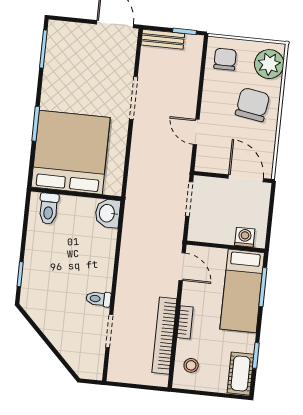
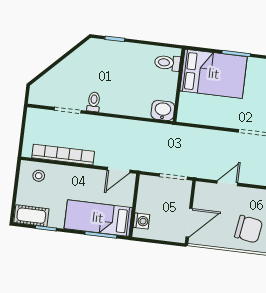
bed: (71, 152) -> (214, 74), width x0.73
bookcase: (185, 322) -> (74, 171), removed

